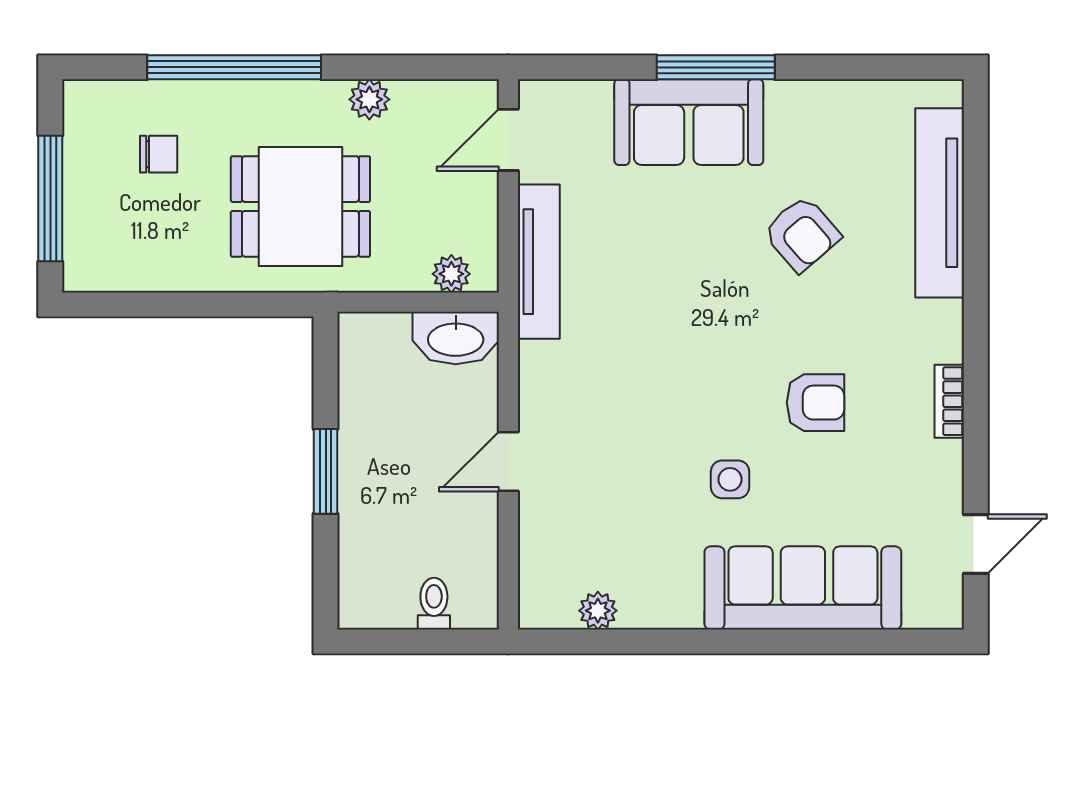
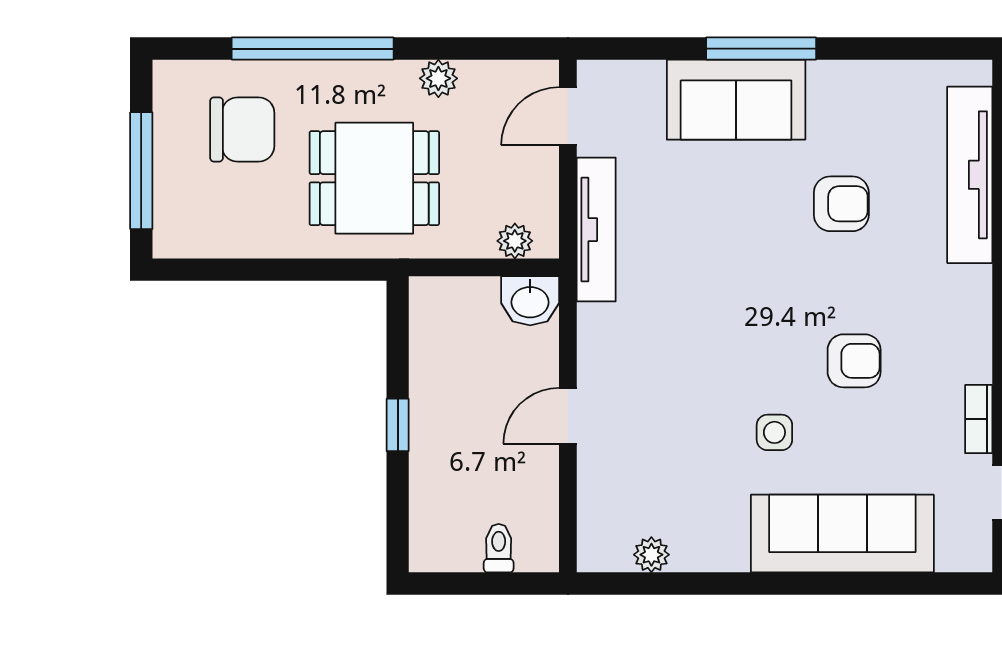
chair: (159, 154) -> (242, 129), width x1.87, depth x1.87
armchair: (802, 234) -> (841, 204), turned -49
washbasin: (456, 338) -> (530, 301), width x0.72
bookcase: (949, 401) -> (979, 419), moved
window: (326, 471) -> (398, 425), width x0.67

